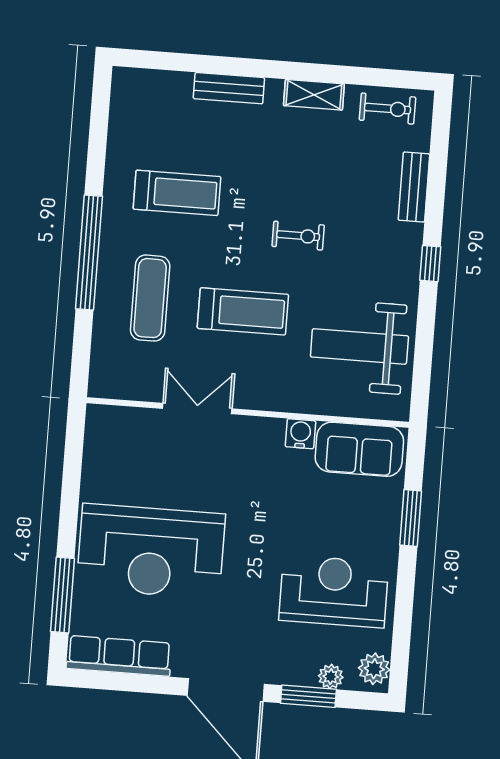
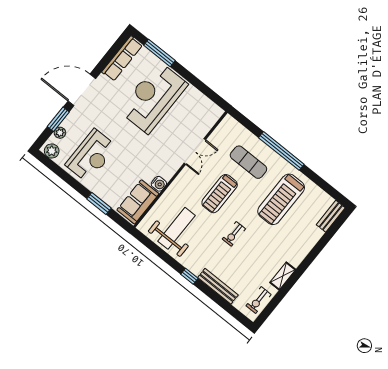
bench: (229, 88) -> (331, 216), moved
bench: (414, 187) -> (218, 286), width x1.36
treadmill: (177, 193) -> (281, 199), width x1.37, depth x1.38

